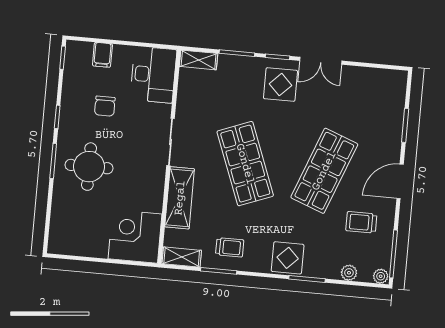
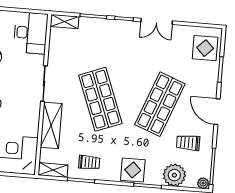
display table: (281, 85) -> (205, 48), moved
door: (400, 181) -> (217, 112), hinge flipped
plant: (349, 273) -> (174, 175), width x1.87, depth x1.87

